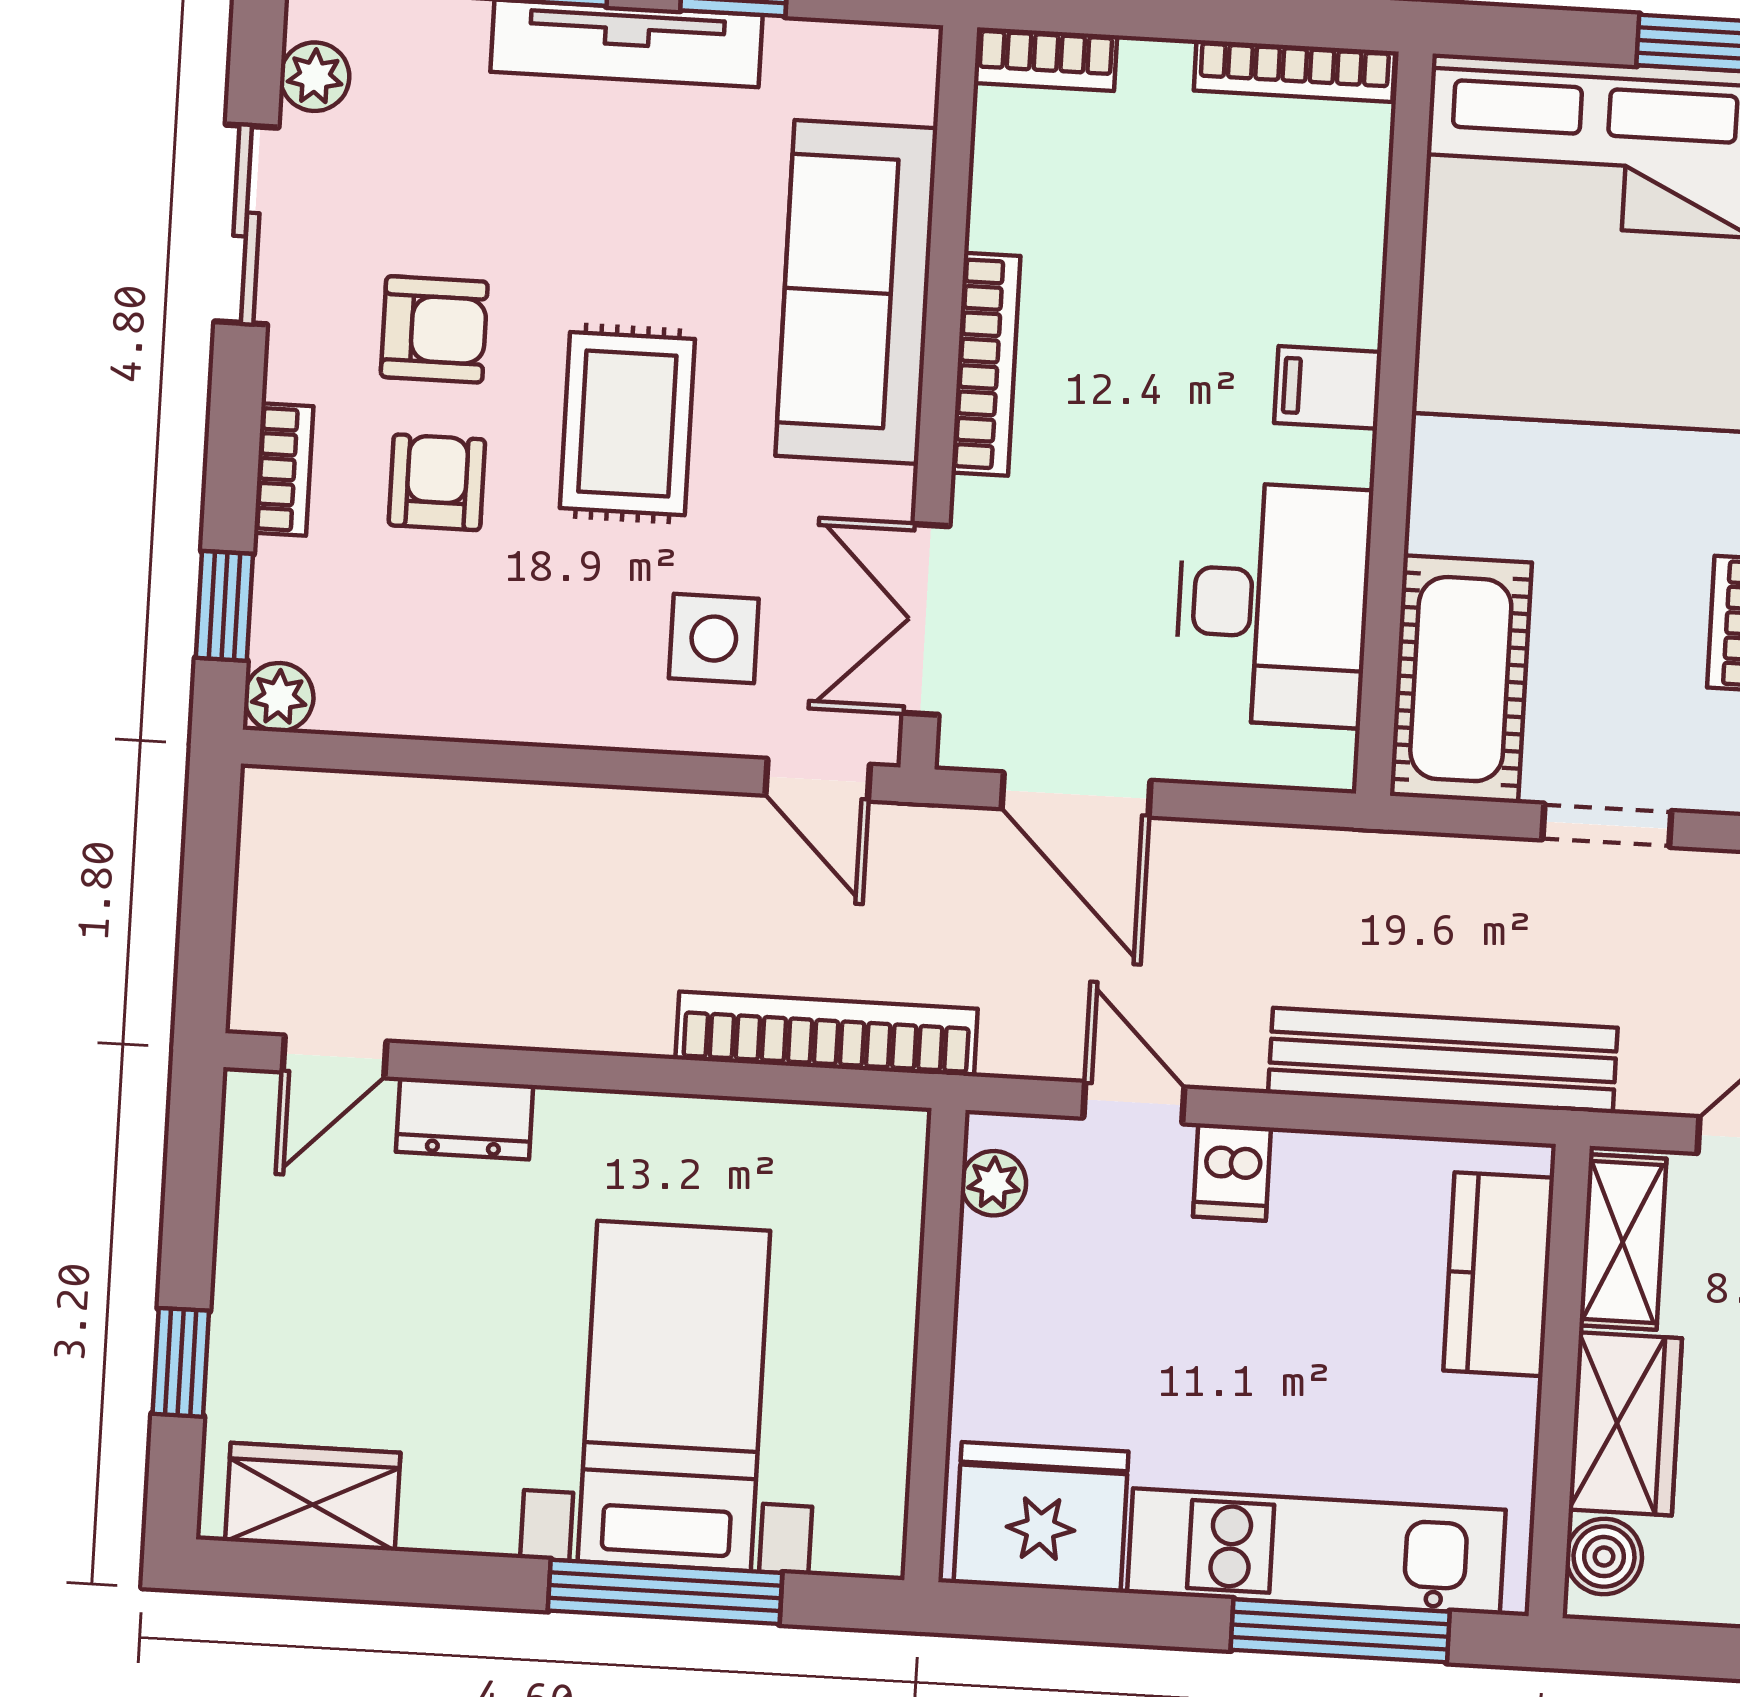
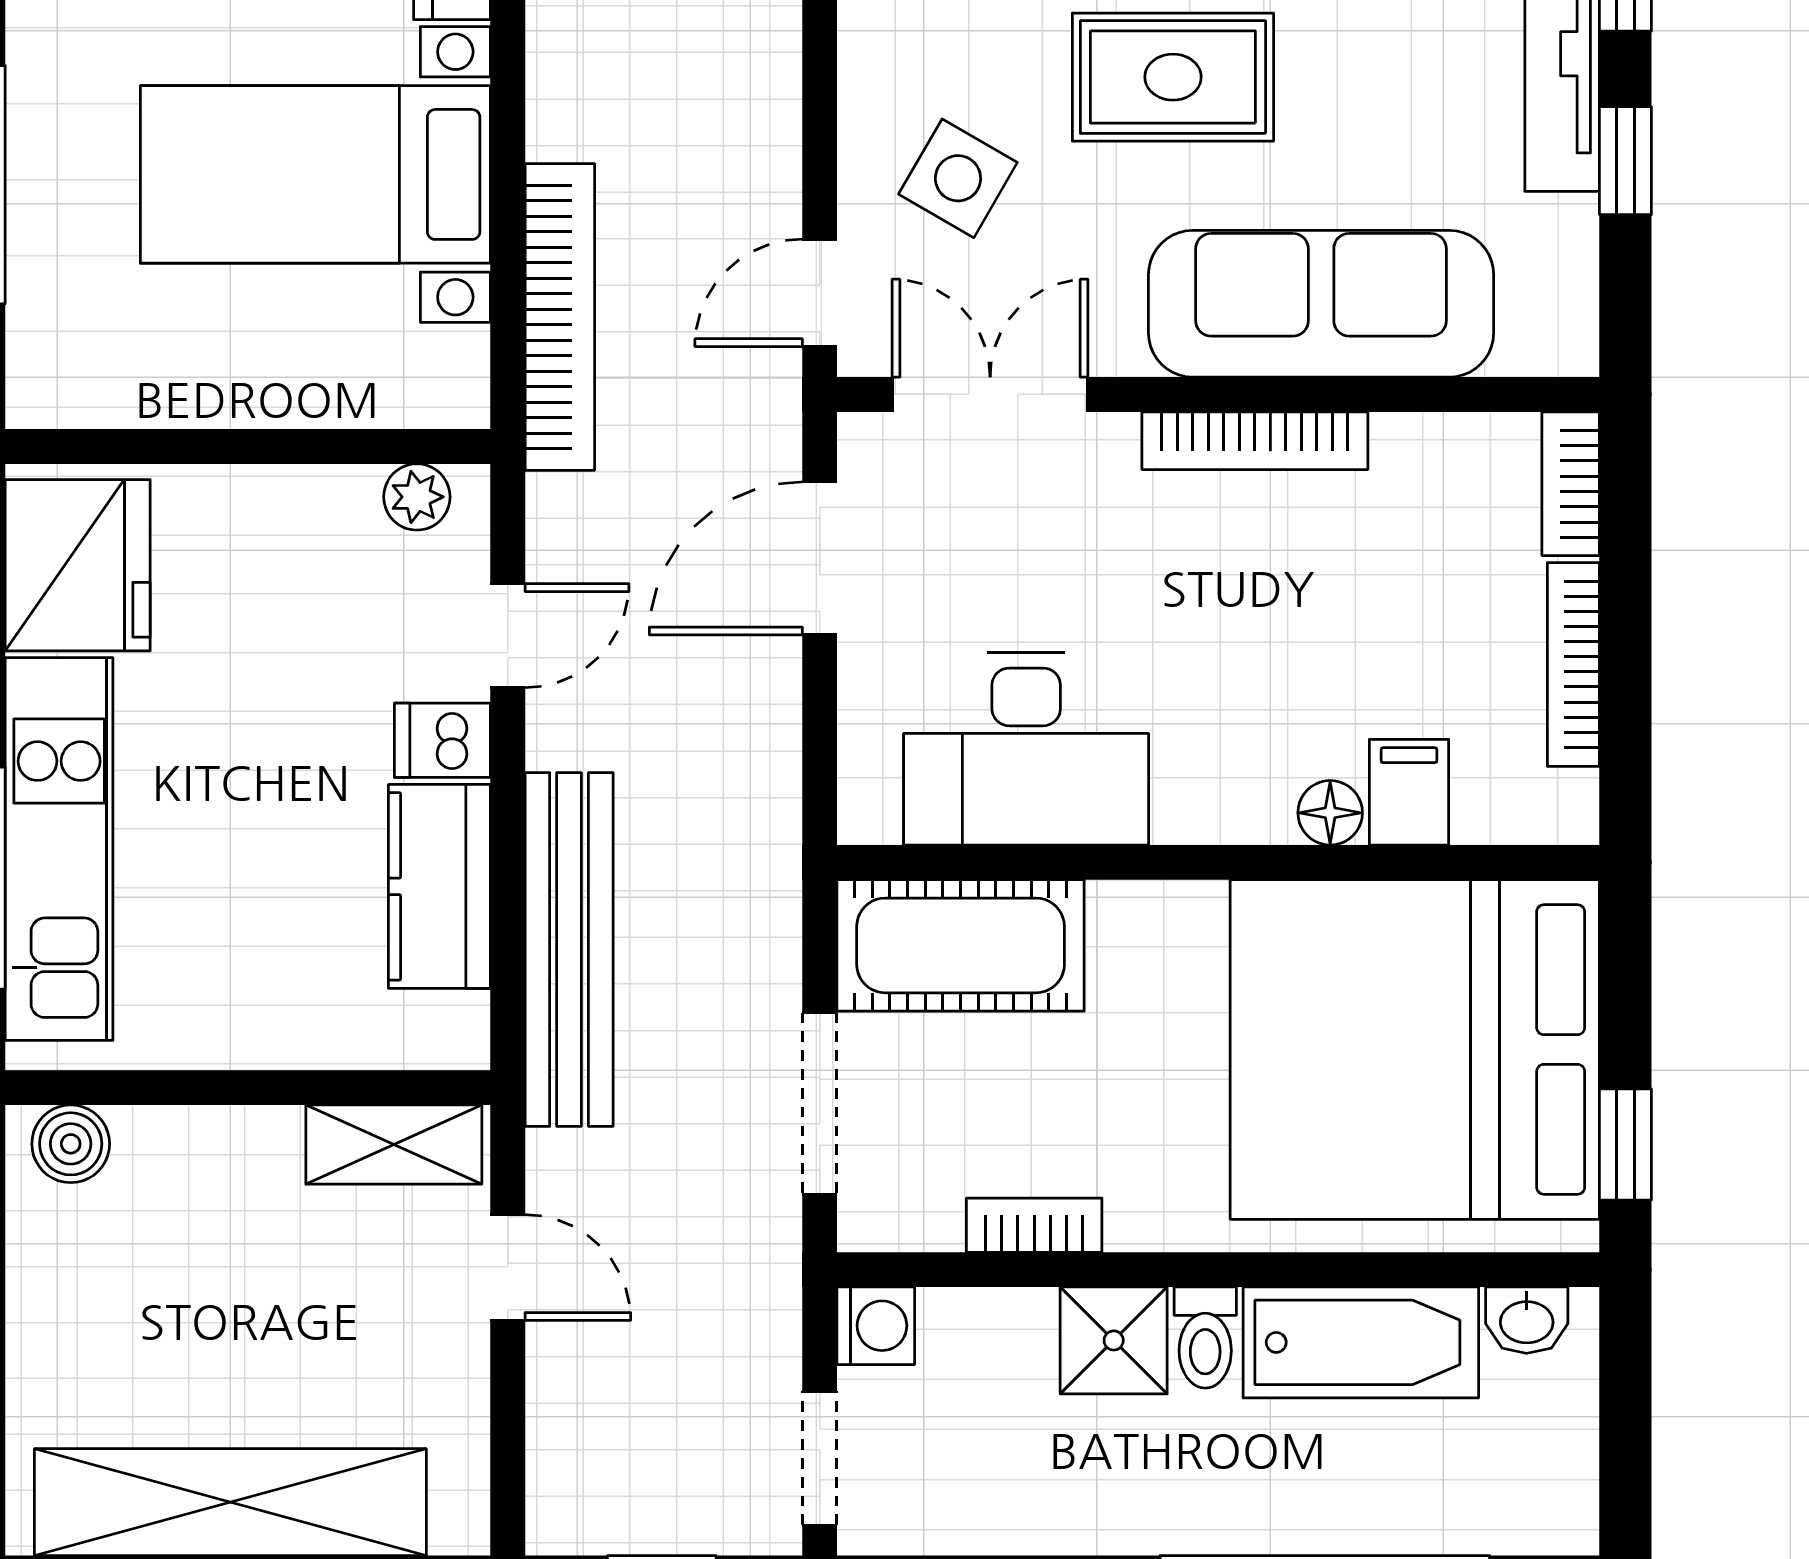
bookcase: (1294, 71) -> (1573, 664), moved
floor lamp: (1352, 312) -> (1330, 813), added
filing cabinet: (1328, 387) -> (1409, 792), moved
side table: (714, 639) -> (958, 178), turned 30
doorway: (1607, 825) -> (820, 1104), width x1.38
kitchen counter: (1499, 1274) -> (439, 886), moved, turned -90
bed with nightstands: (674, 1396) -> (315, 174), moved, turned 180
wardrobe: (1625, 1424) -> (208, 1158), removed

